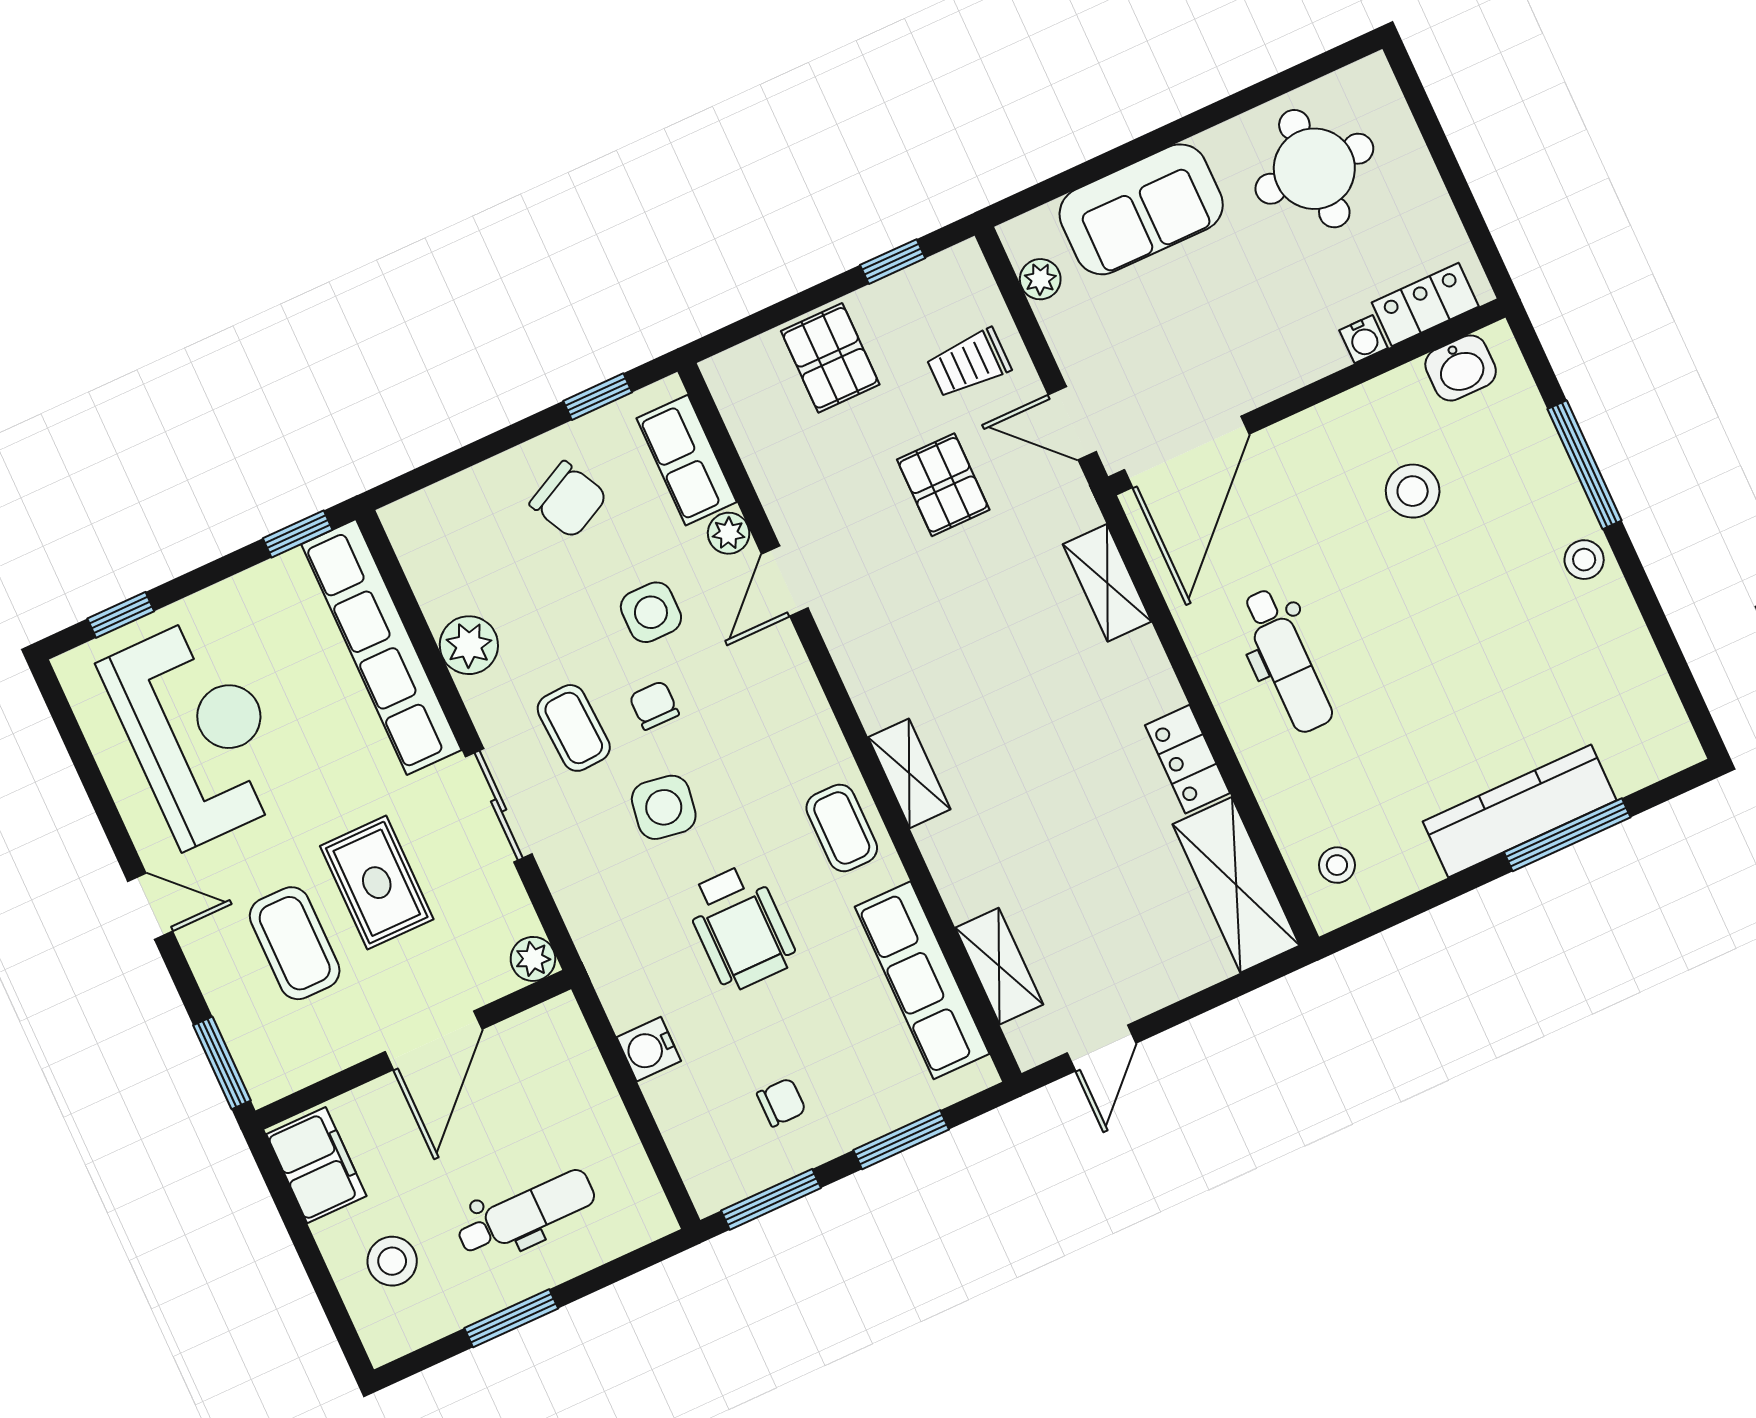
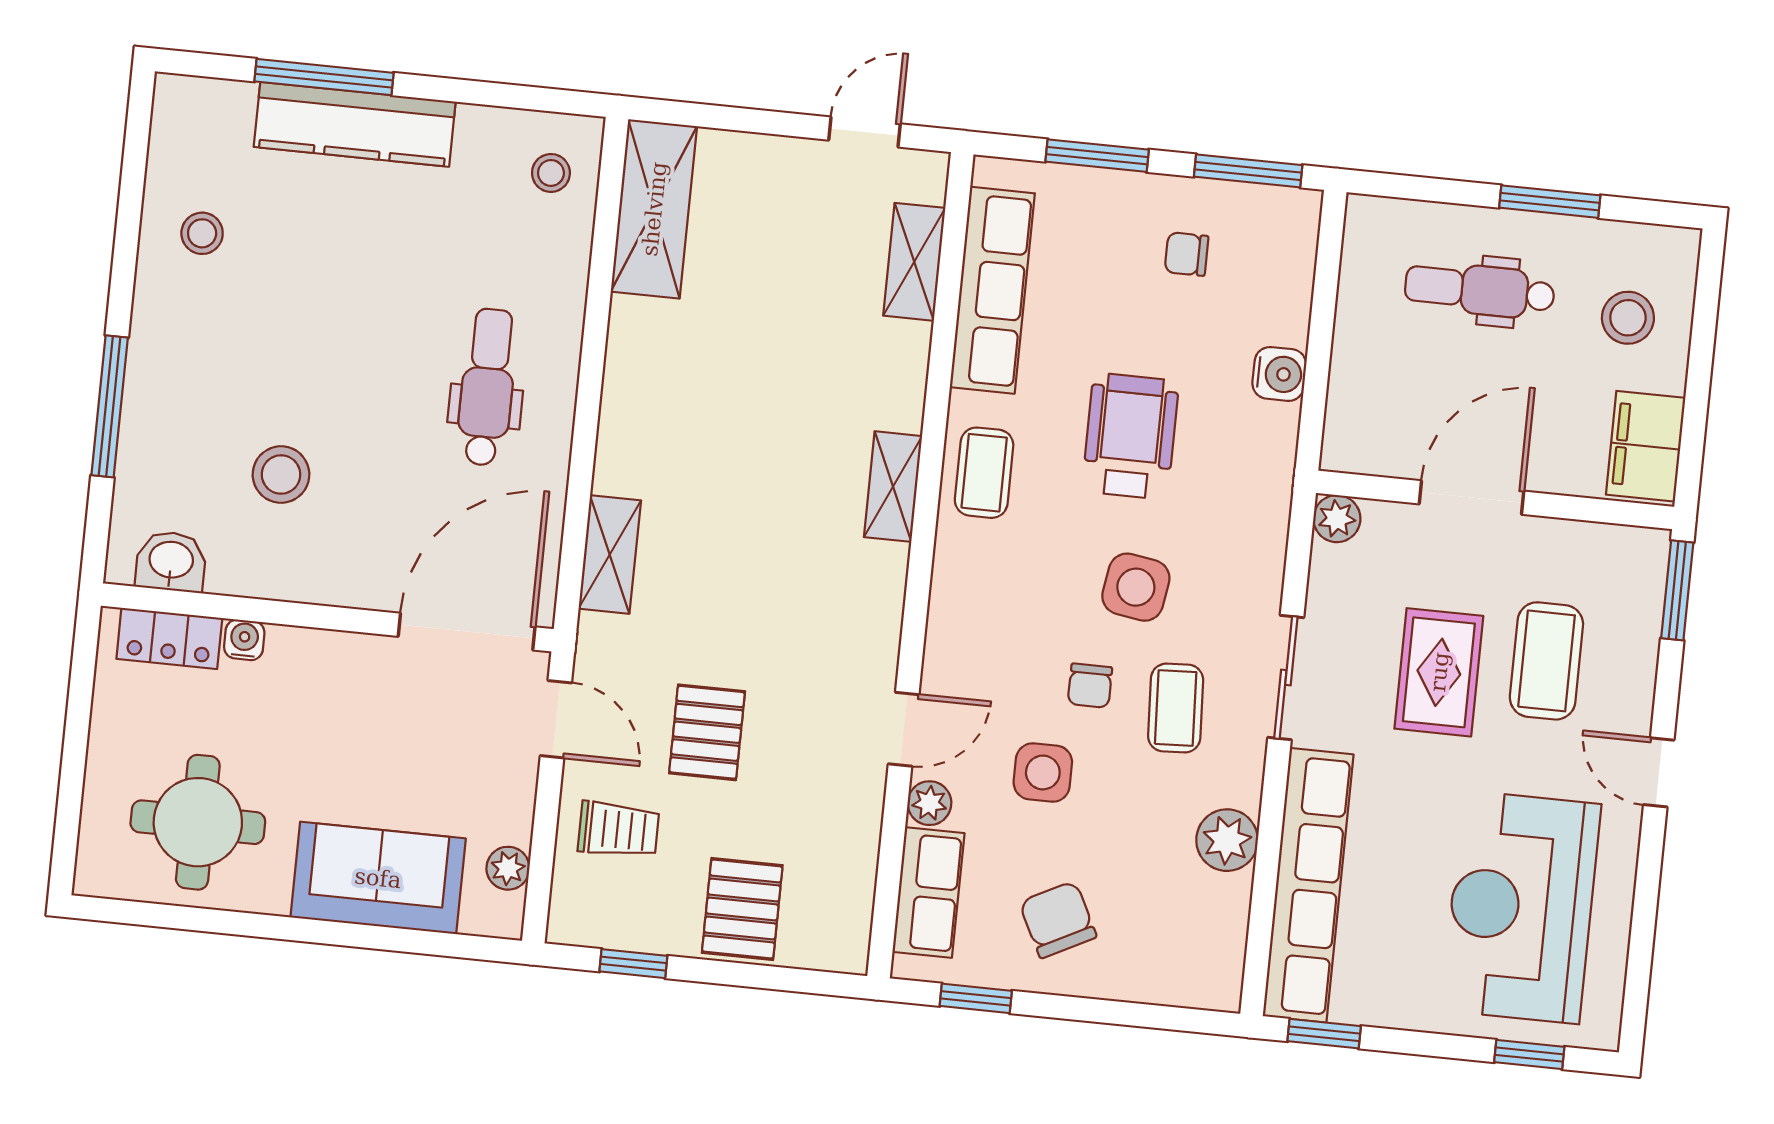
stool: (1584, 560) -> (202, 233), moved
locker: (1187, 759) -> (631, 350), removed

